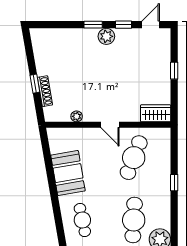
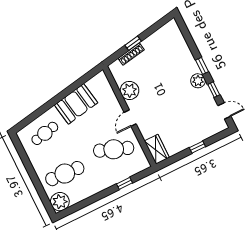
plant: (77, 116) -> (129, 90), width x1.88, depth x1.88
window: (174, 183) -> (124, 183), moved

